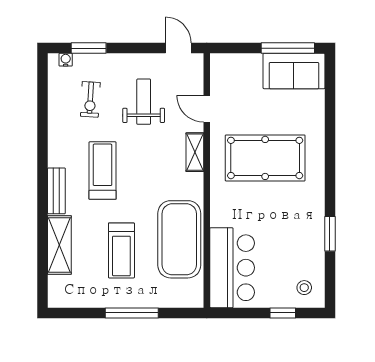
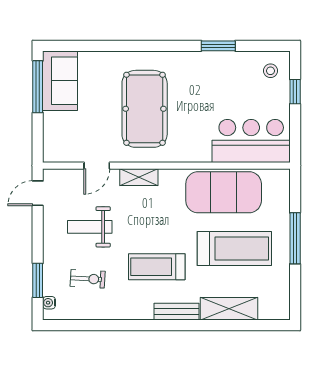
treadmill: (121, 250) -> (234, 248), width x1.37, depth x1.38

